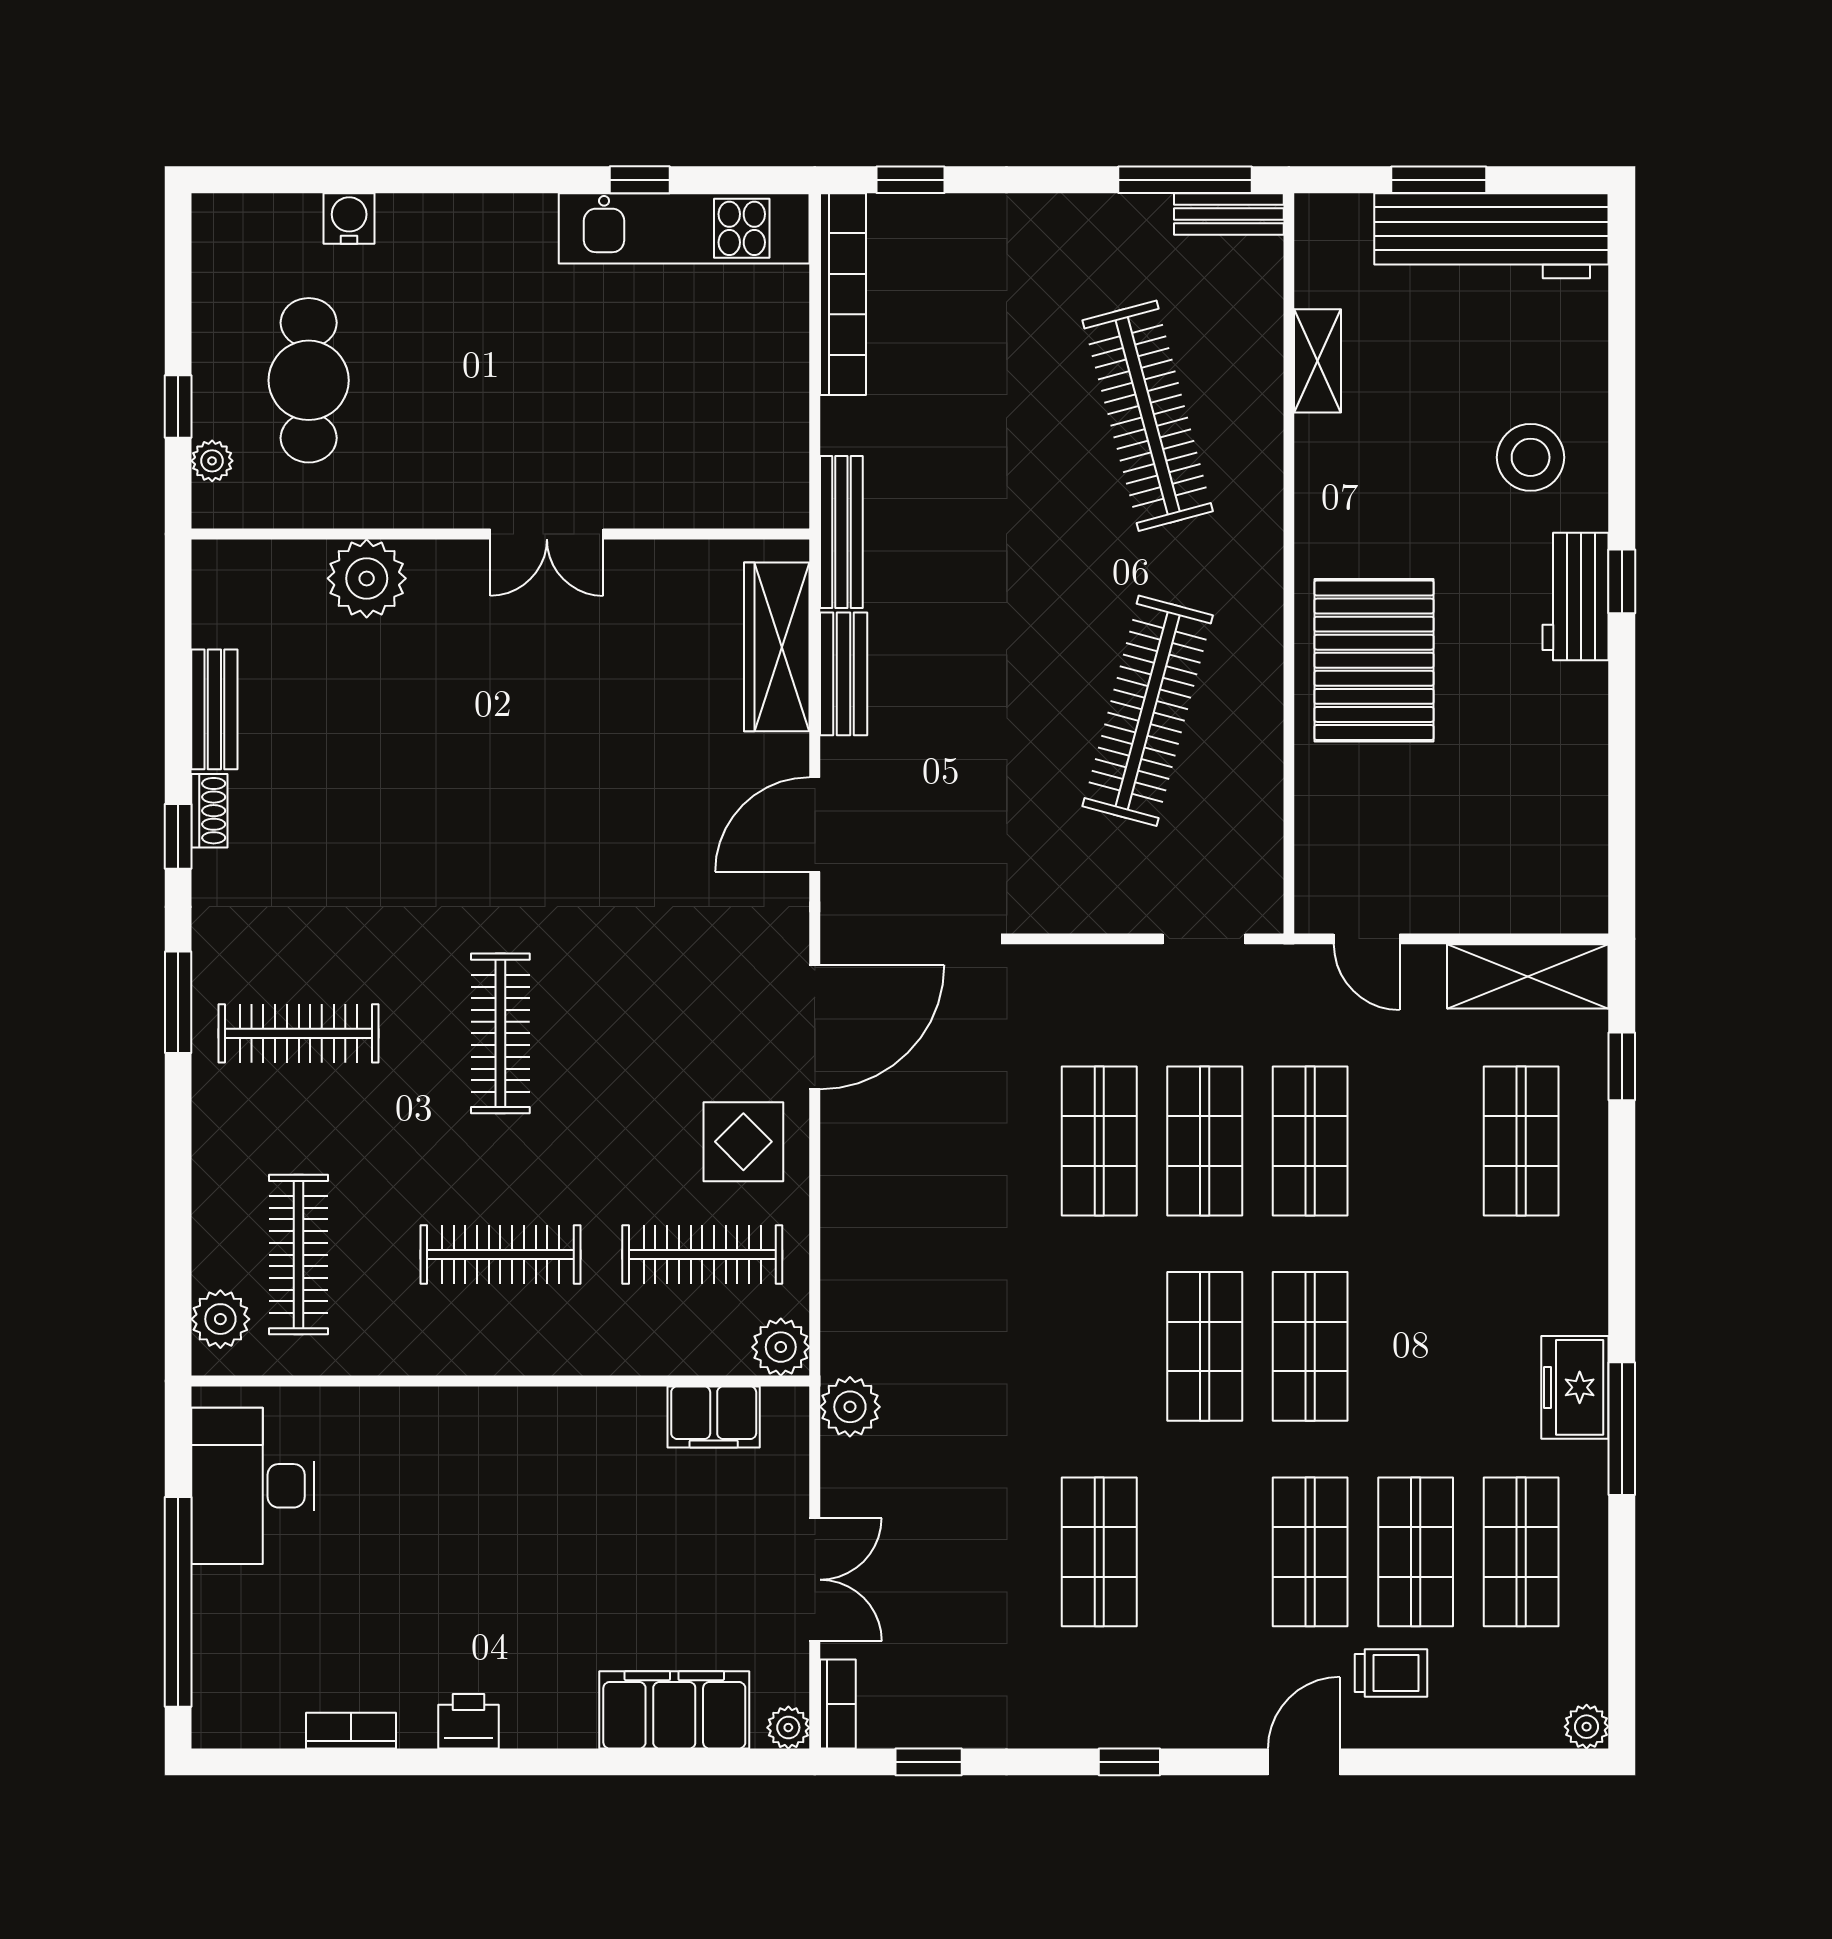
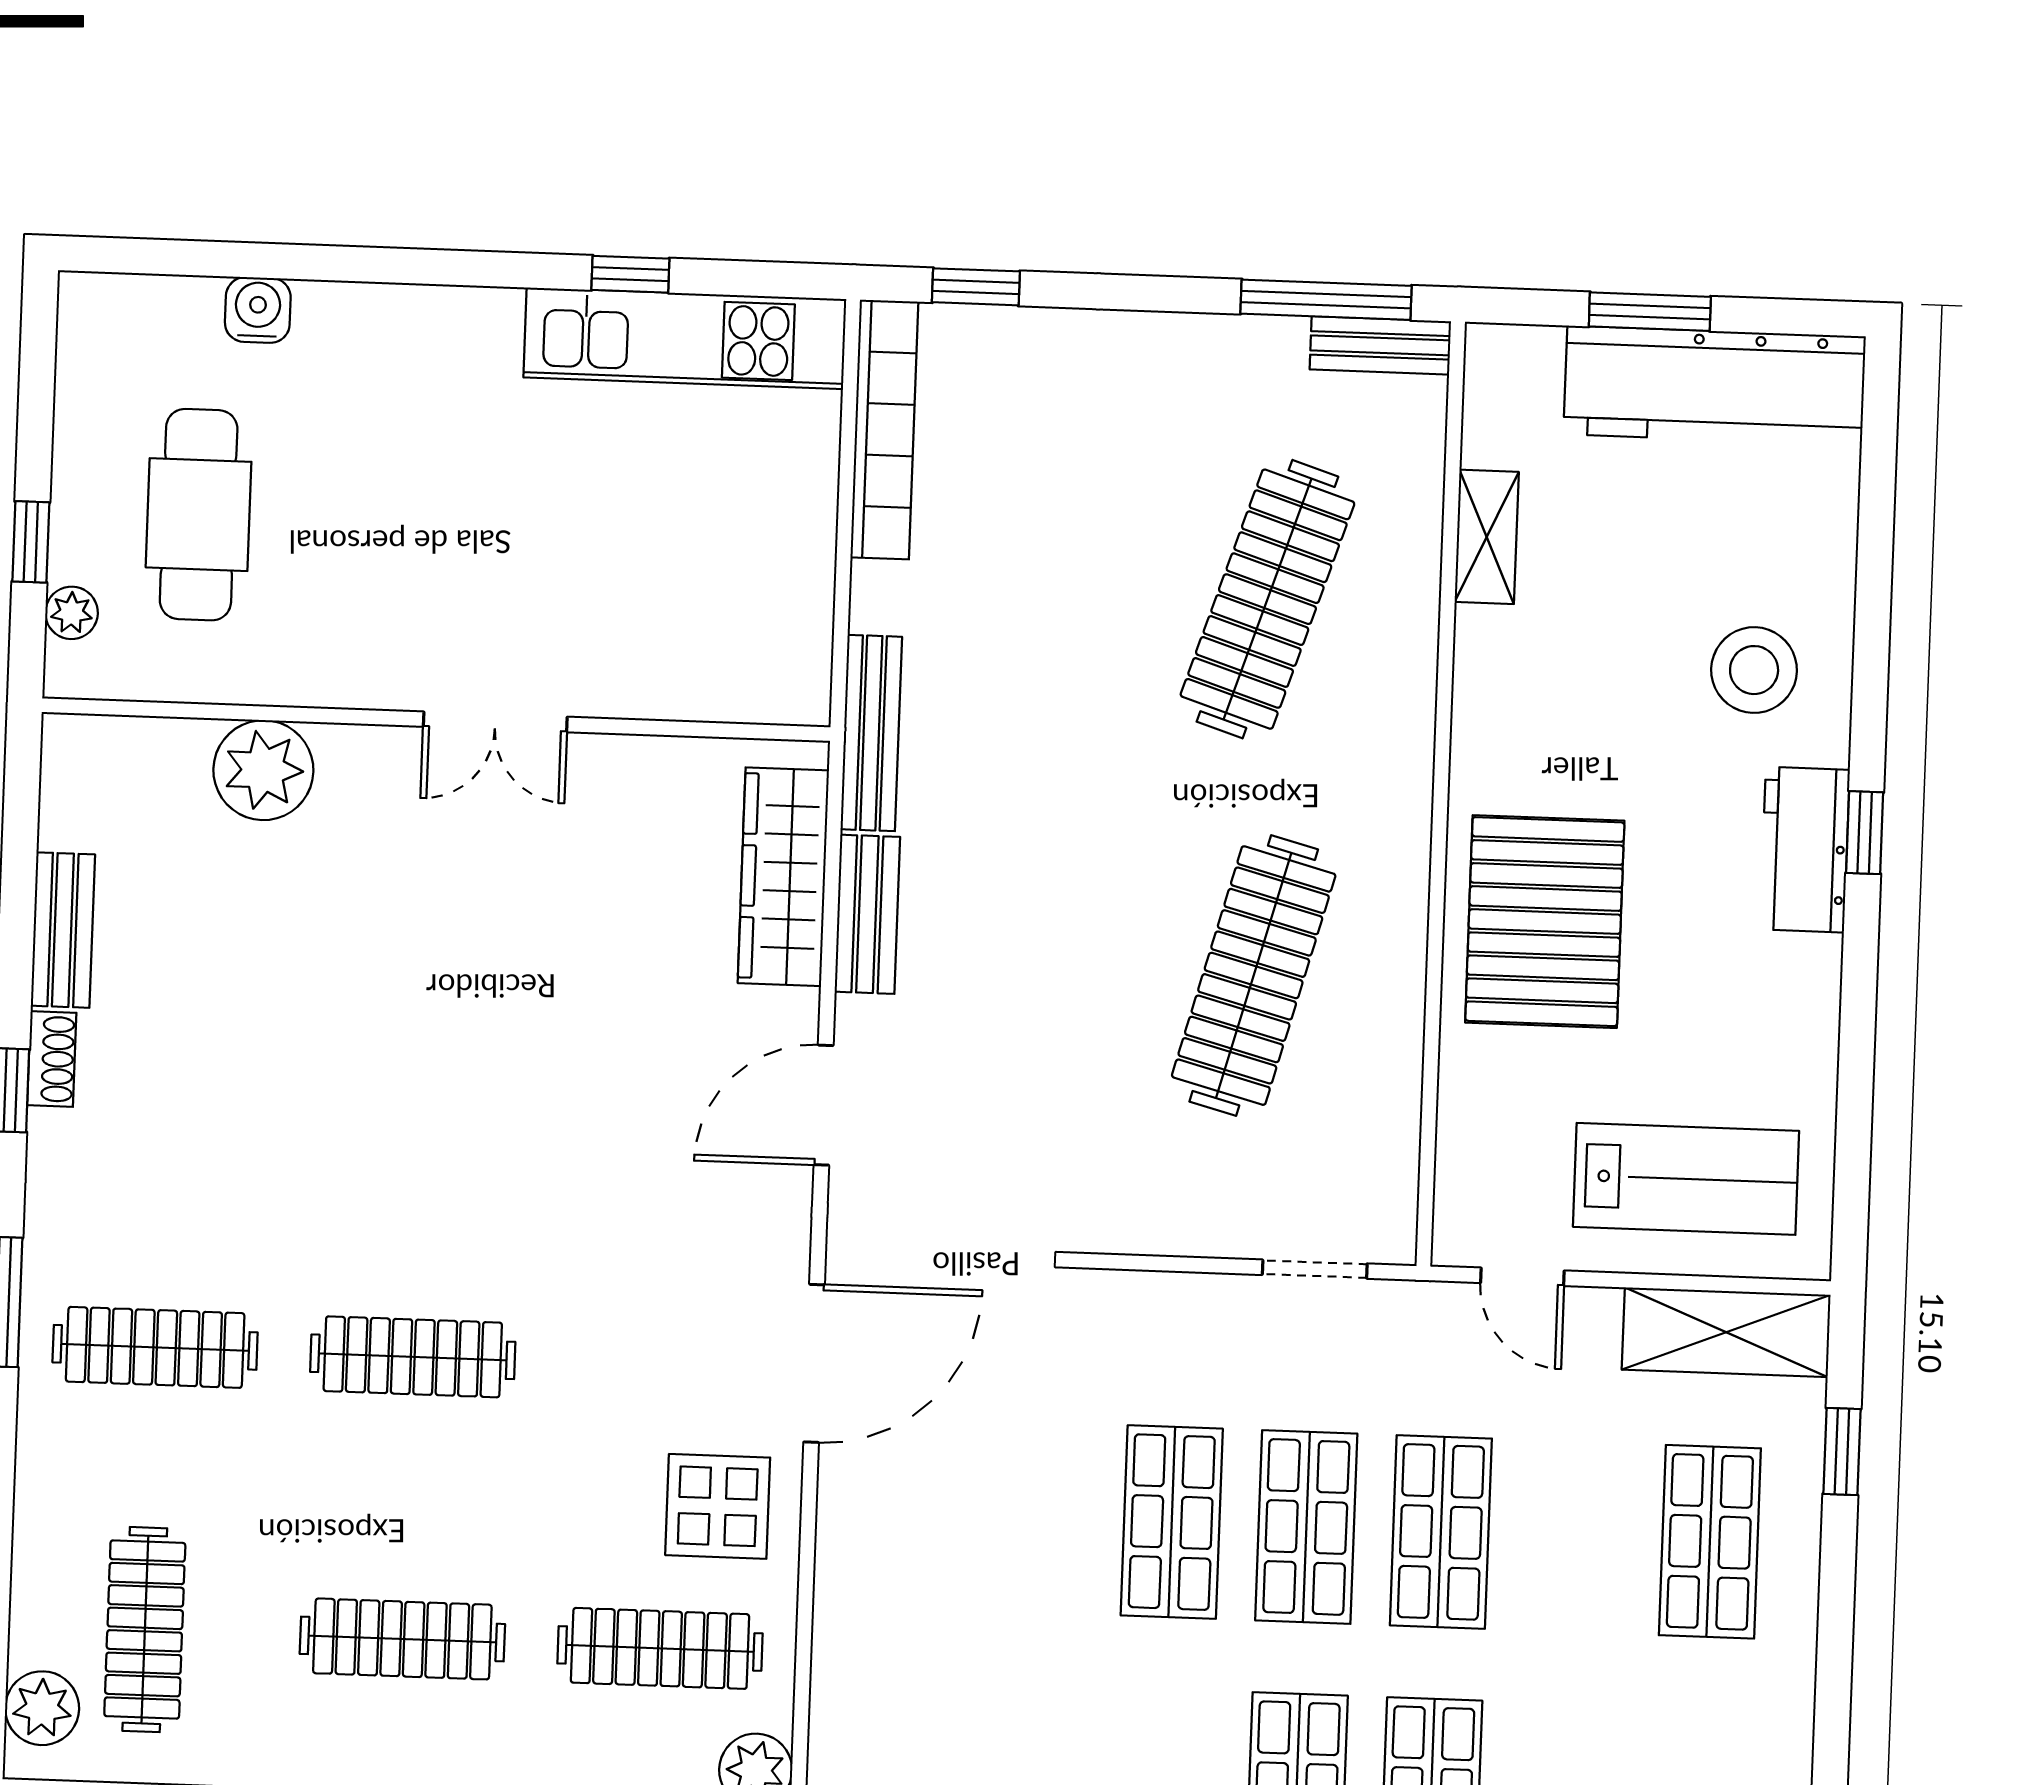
clothes rail: (1148, 416) -> (1267, 599), turned 33
lab bench: (1492, 858) -> (1686, 1179), added
clothes rail: (500, 1033) -> (413, 1357), turned 90

